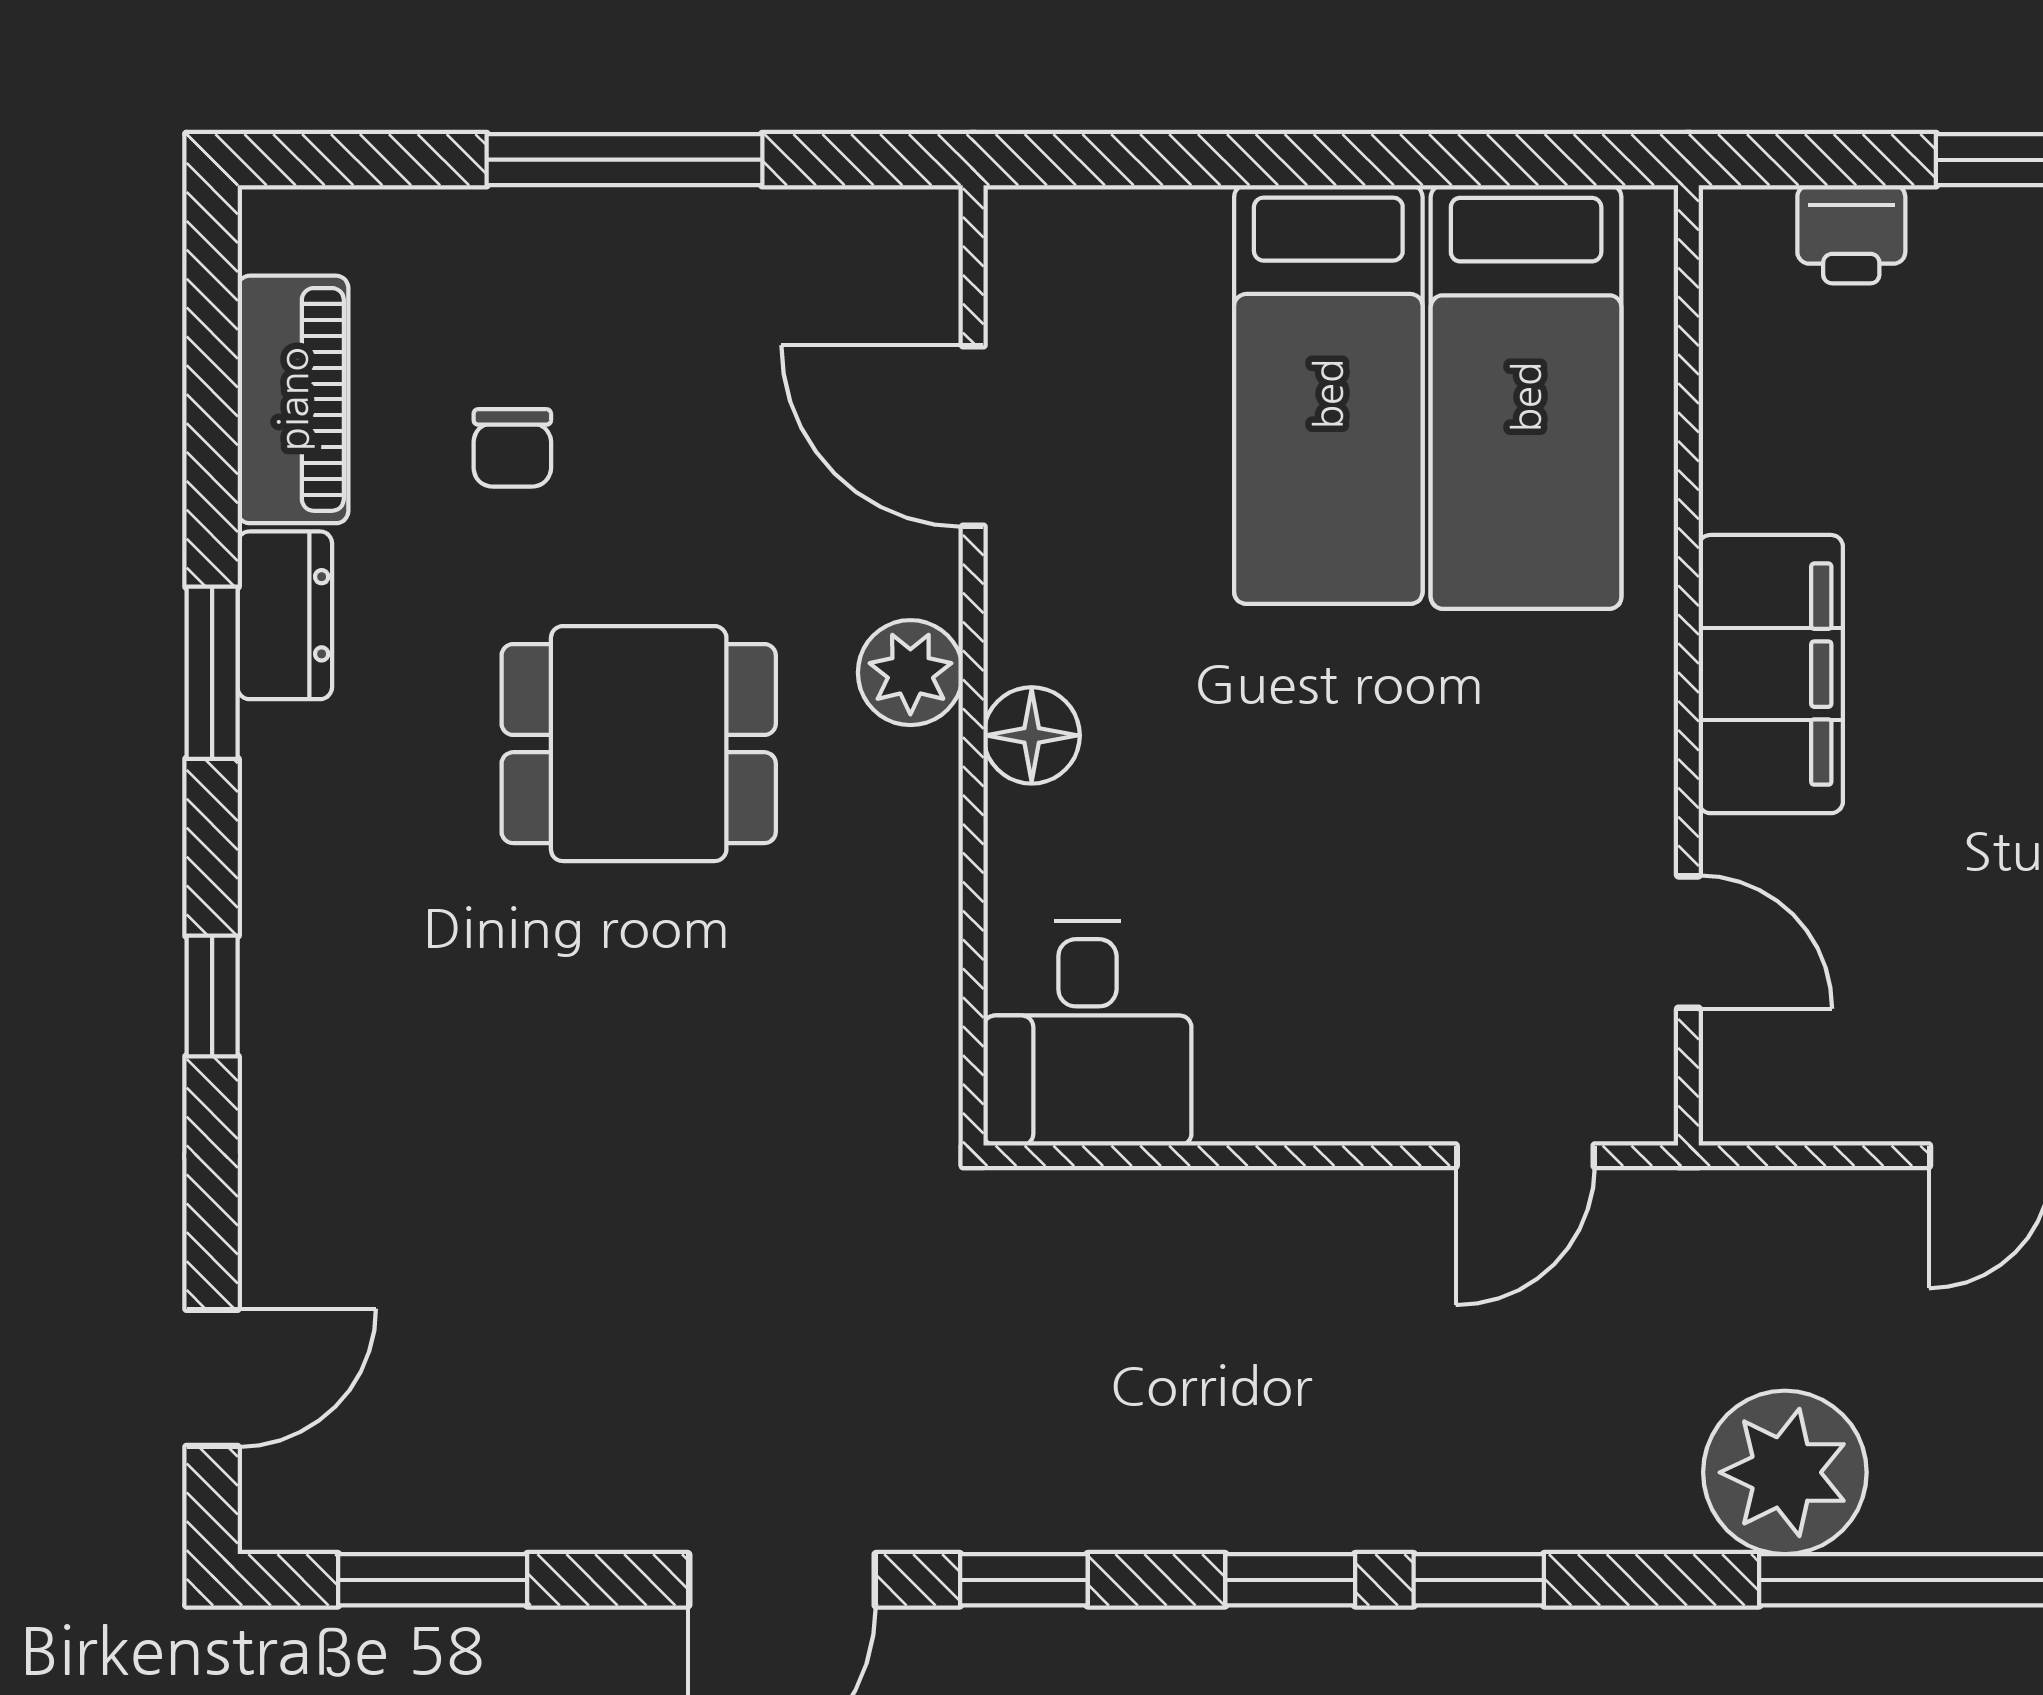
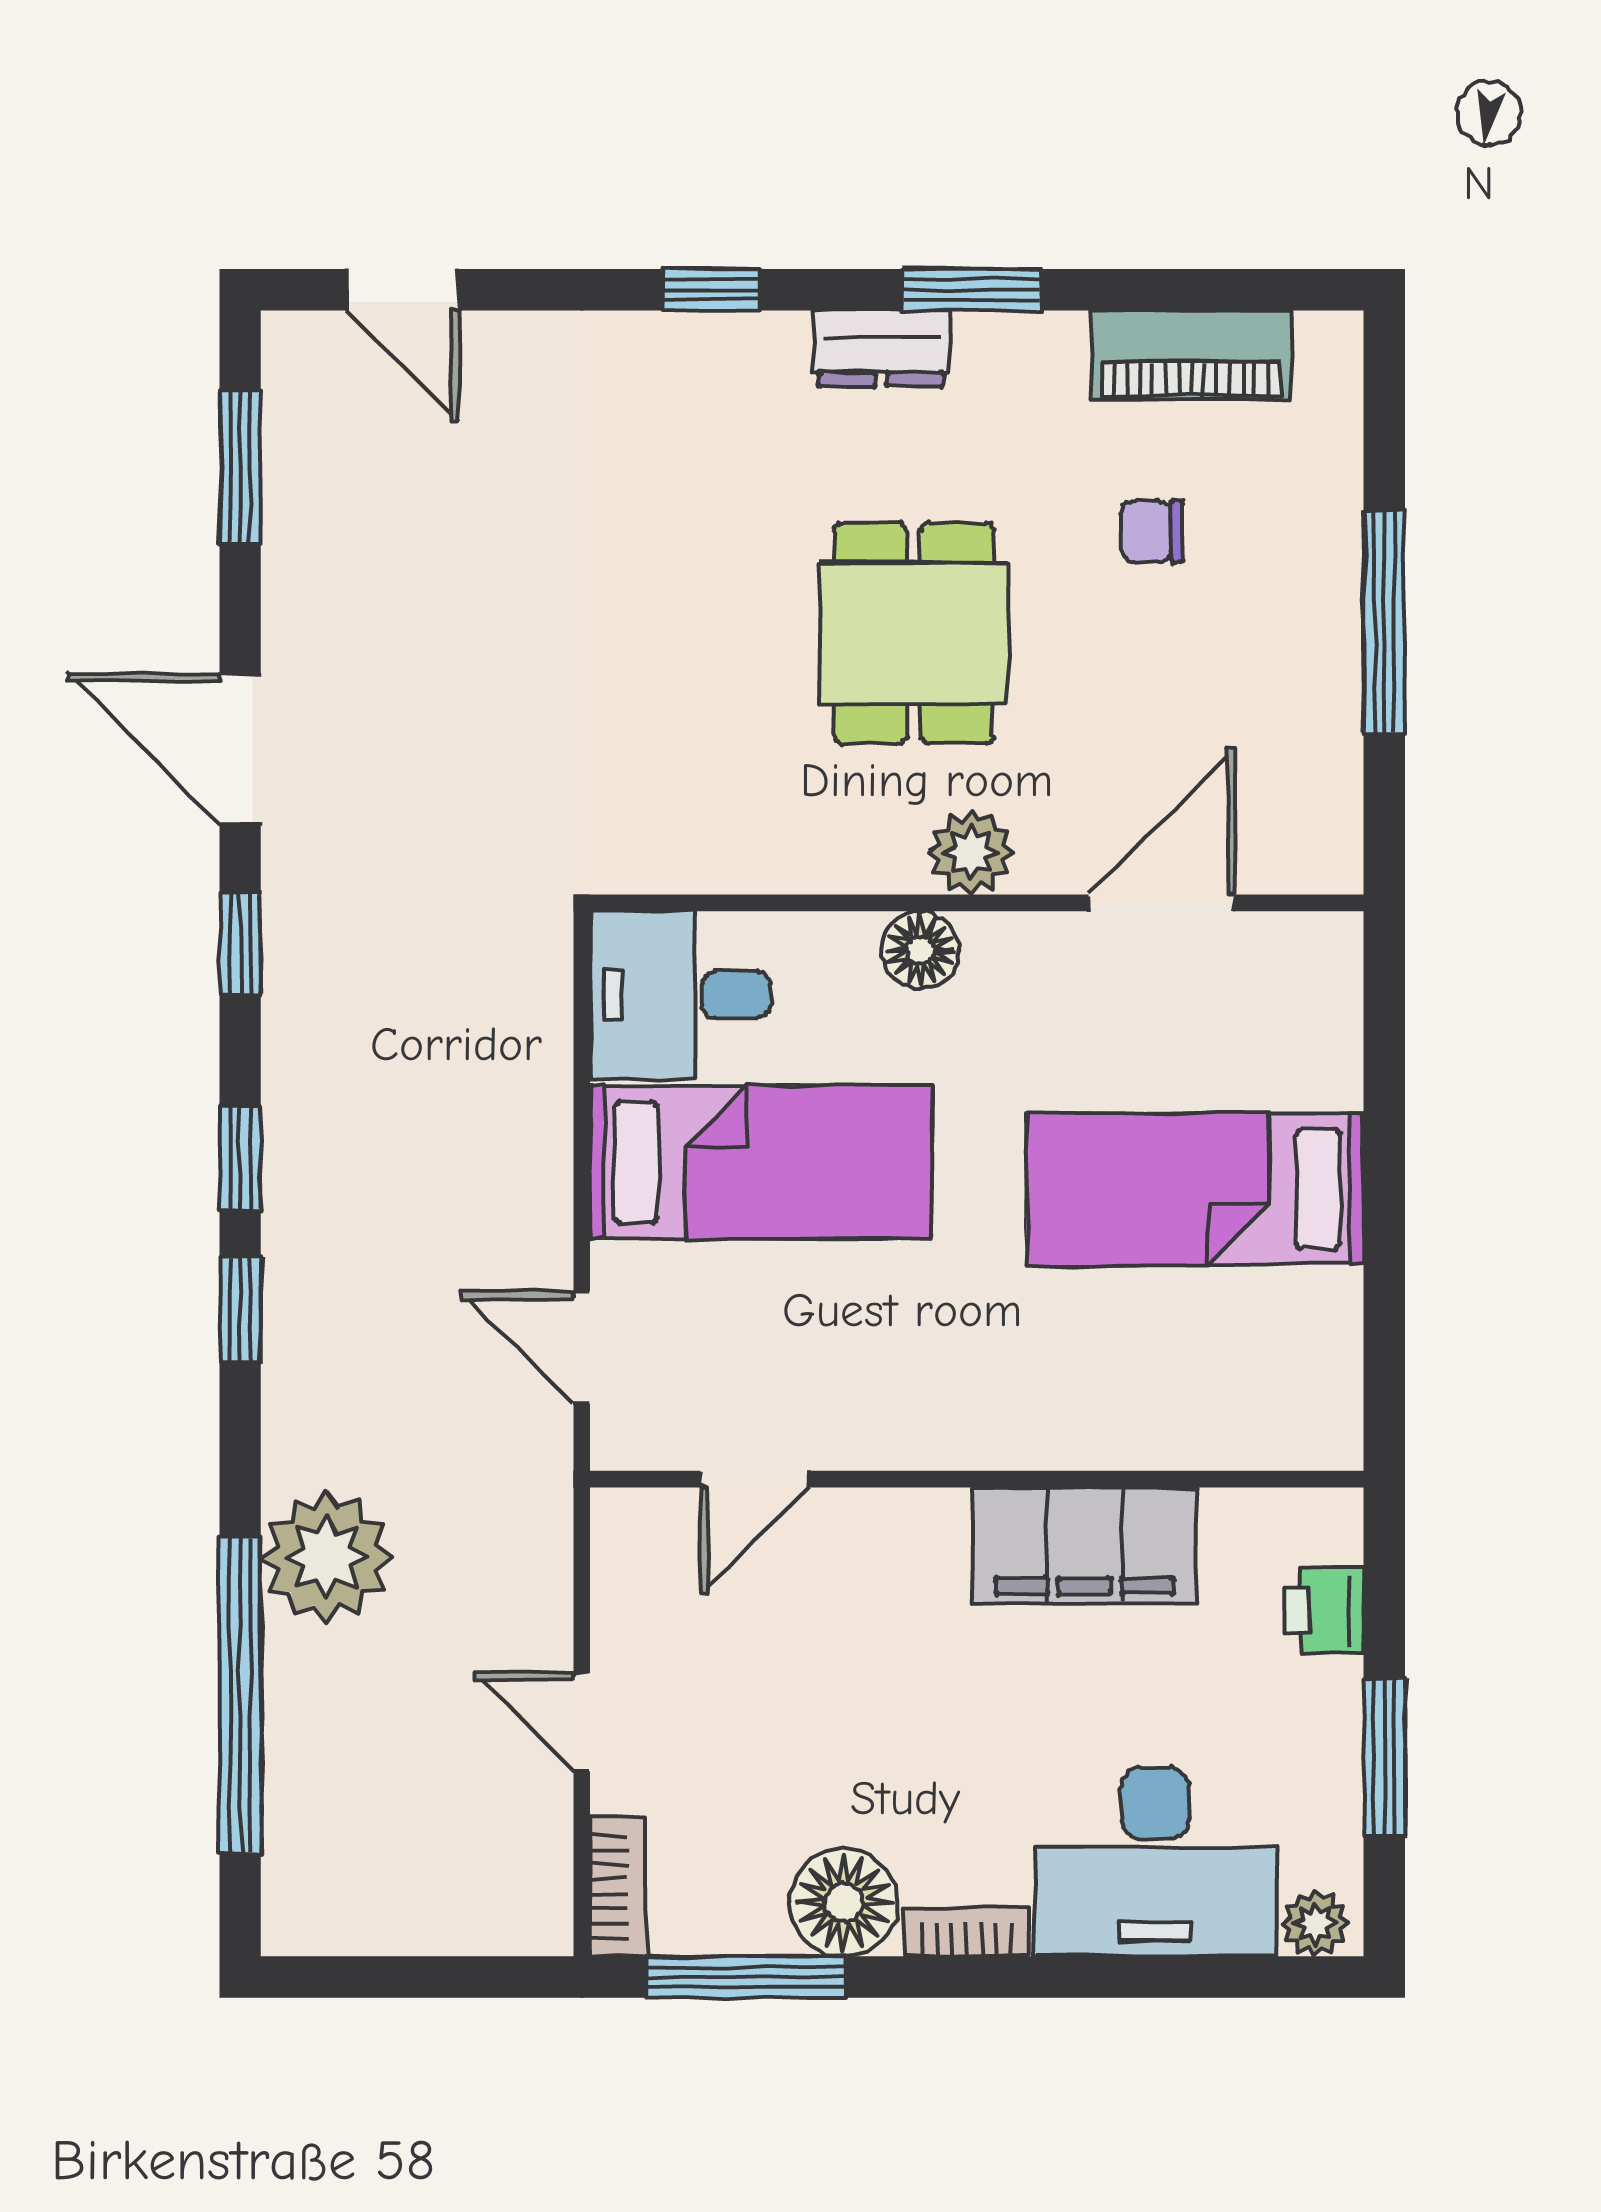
bed: (1526, 397) -> (761, 1162), moved, turned 180
dresser: (285, 615) -> (881, 348), moved
filing cabinet: (1771, 674) -> (1085, 1545), moved

